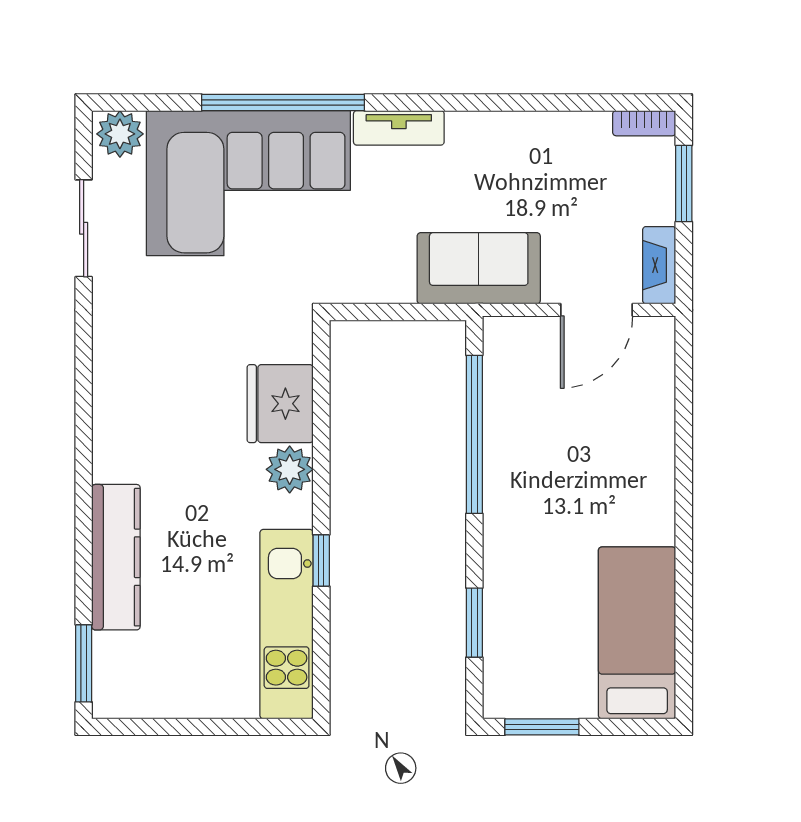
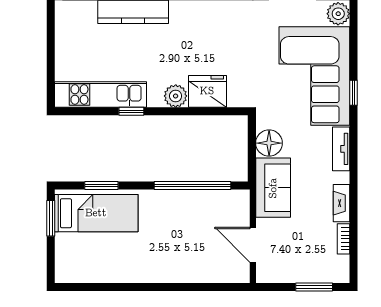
window: (283, 103) -> (353, 93), width x0.32
bookcase: (644, 123) -> (343, 239), moved
fireplace: (659, 265) -> (342, 203), moved, turned -90
floor lamp: (387, 277) -> (269, 143), added
bed: (637, 633) -> (96, 213), moved

